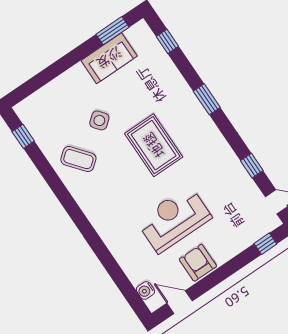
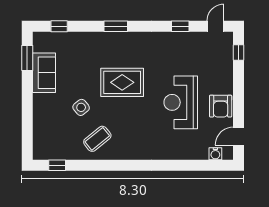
armchair: (198, 263) -> (221, 106), turned -90

